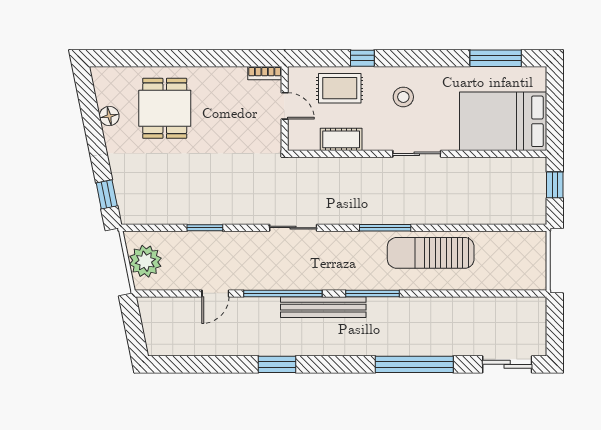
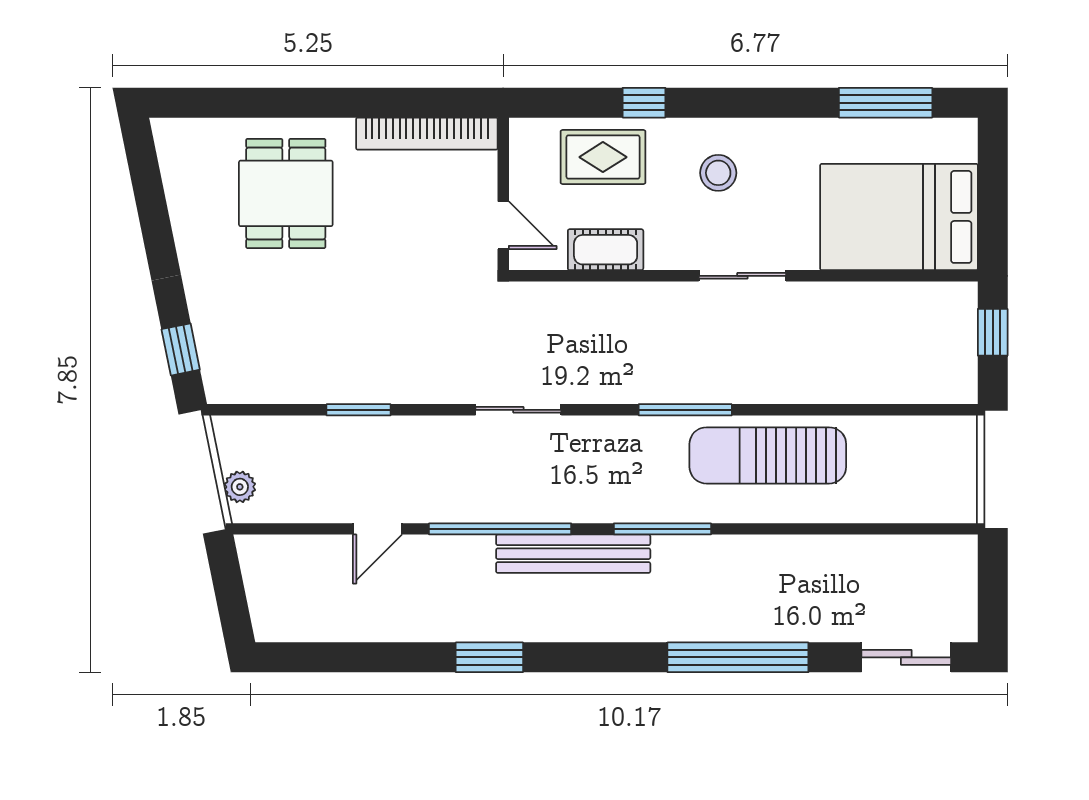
bookcase: (265, 73) -> (427, 134), width x2.31, depth x1.31
door: (285, 106) -> (503, 225), moved
floor lamp: (109, 116) -> (185, 207), removed
plant: (145, 261) -> (240, 487), width x0.53, depth x0.53

